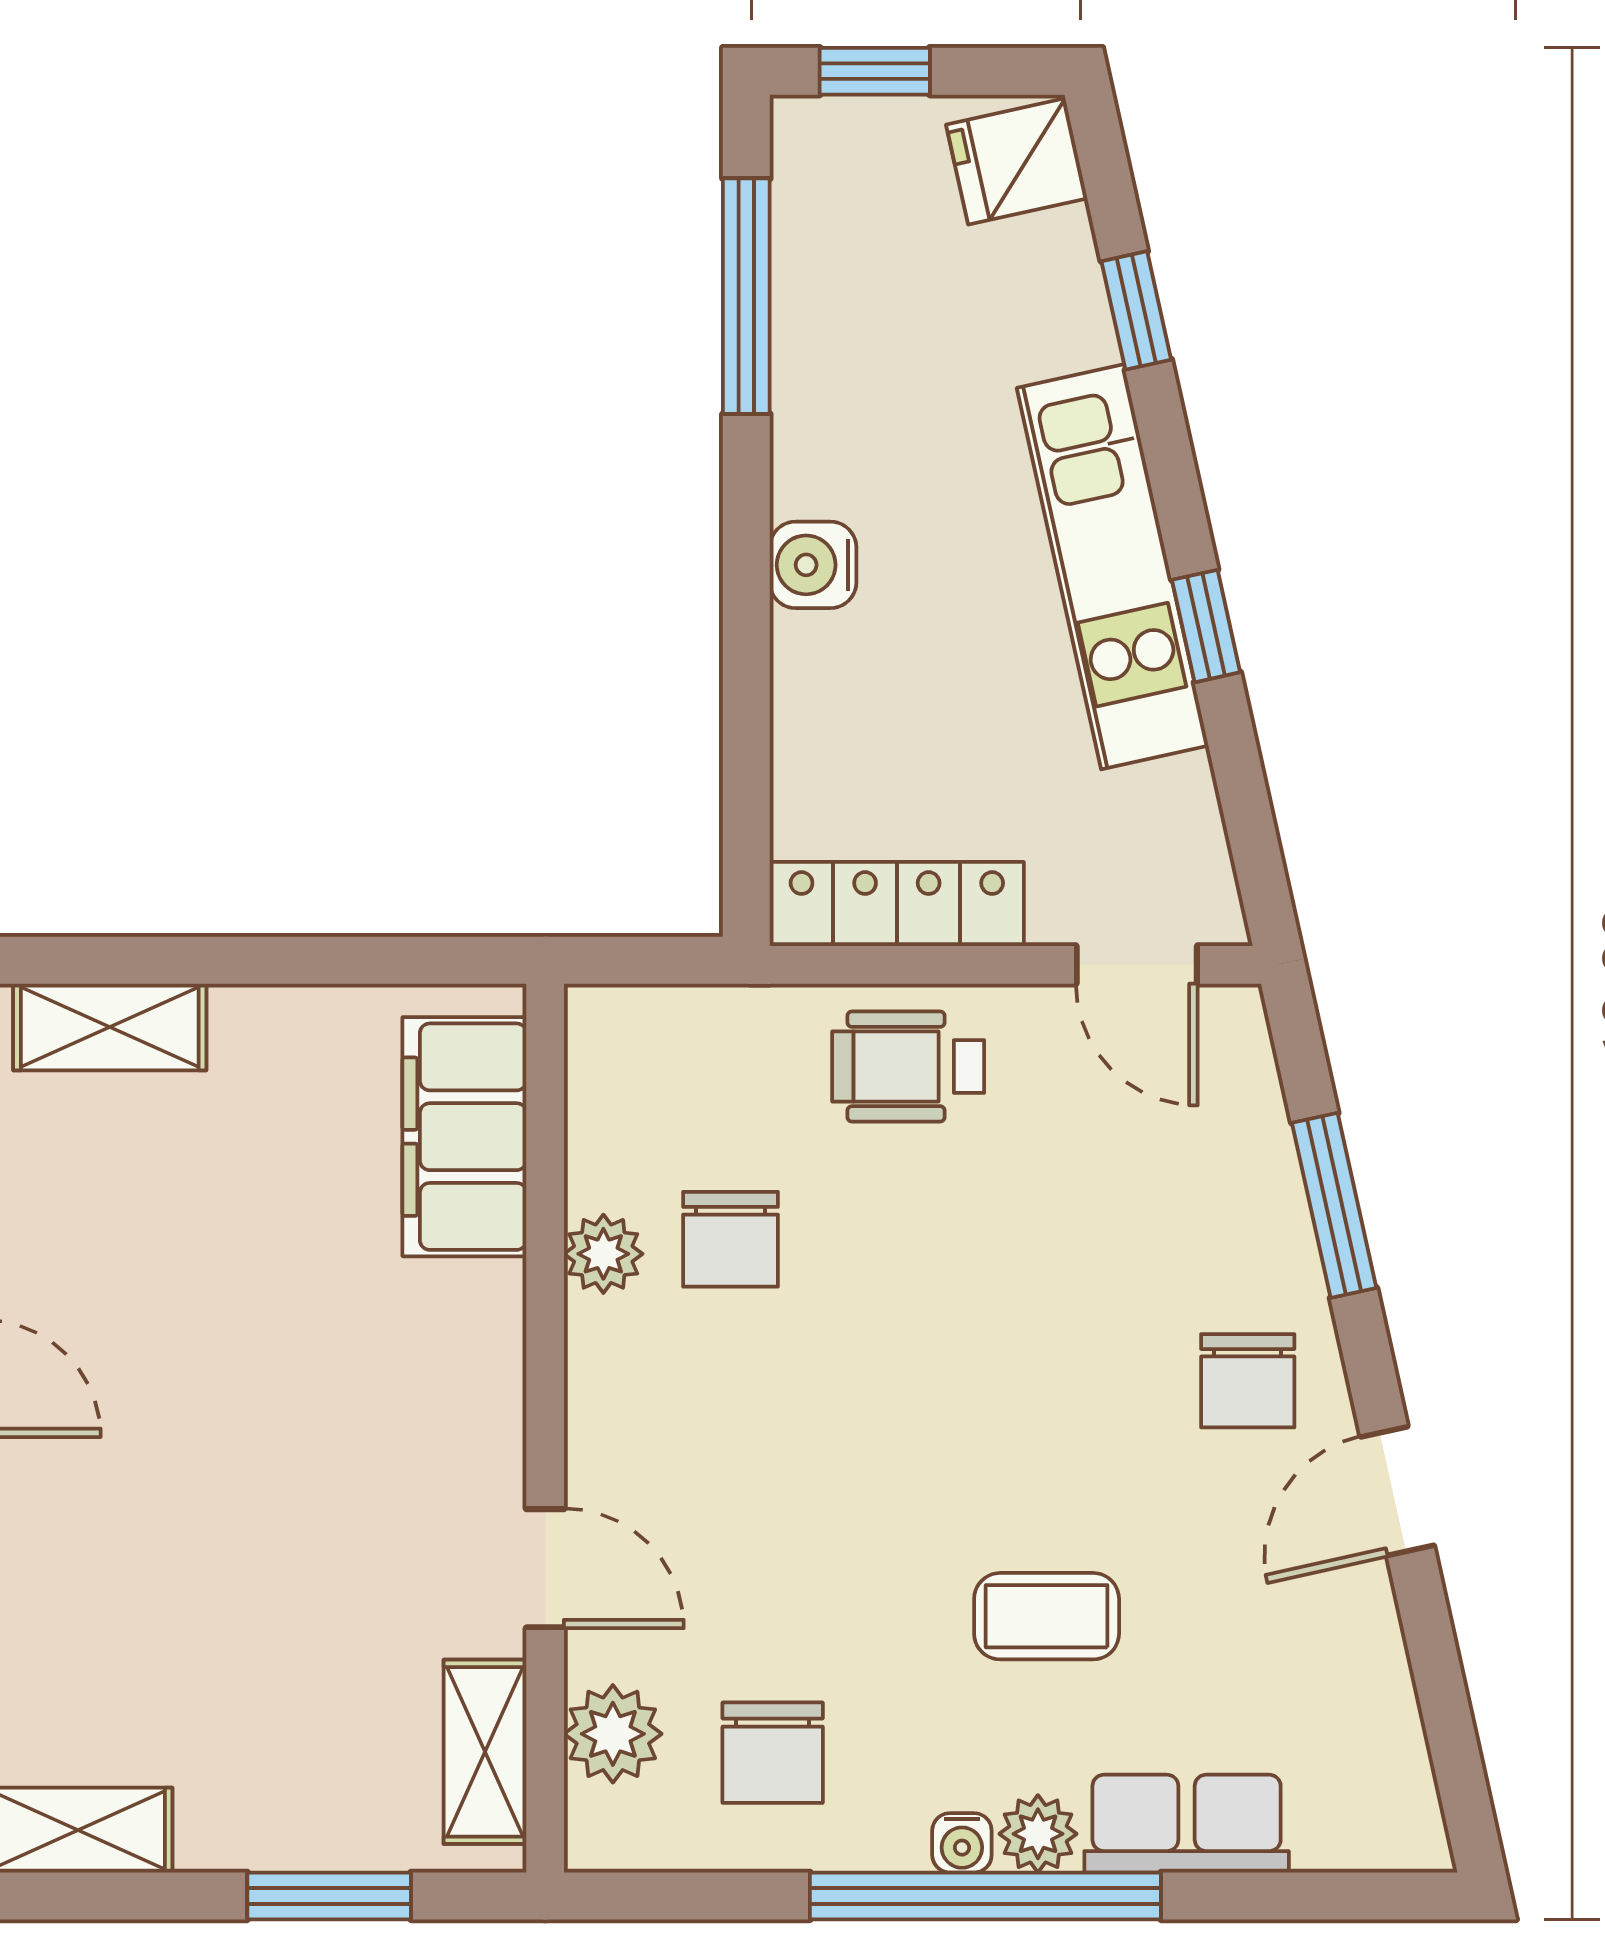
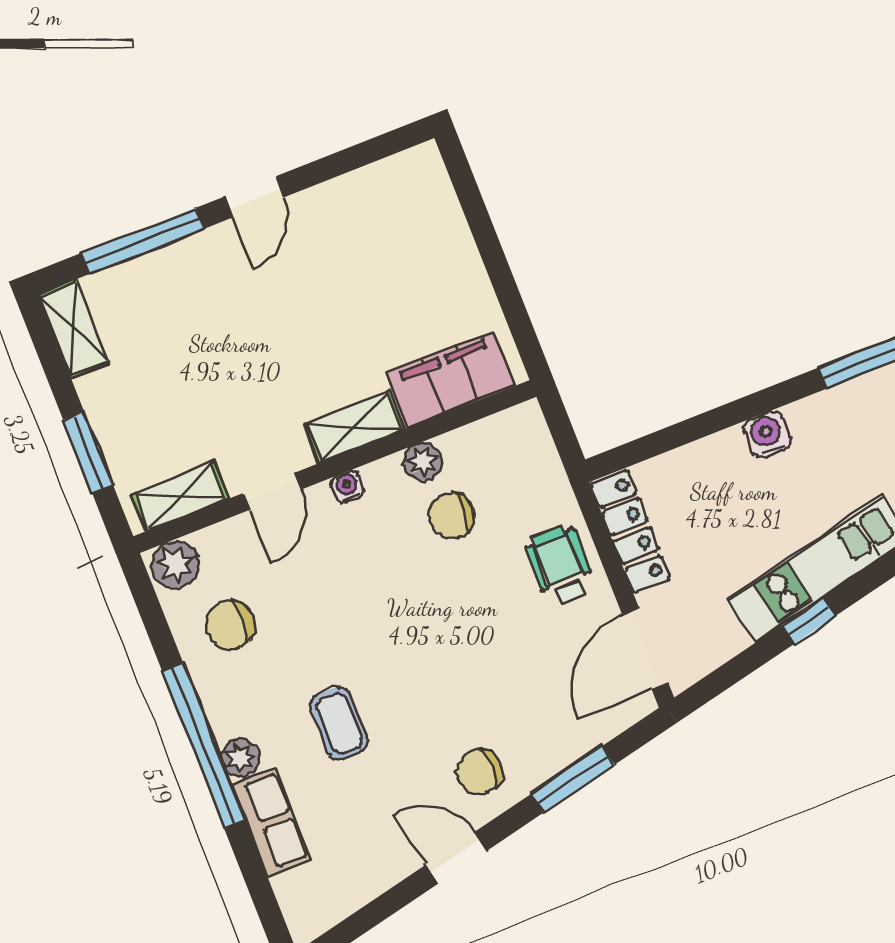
door: (1137, 965) -> (645, 649), width x1.38
shelving: (110, 1027) -> (354, 427), moved, turned 90
plant: (613, 1734) -> (175, 564), moved
water cooler: (962, 1843) -> (347, 487), moved, turned 90

